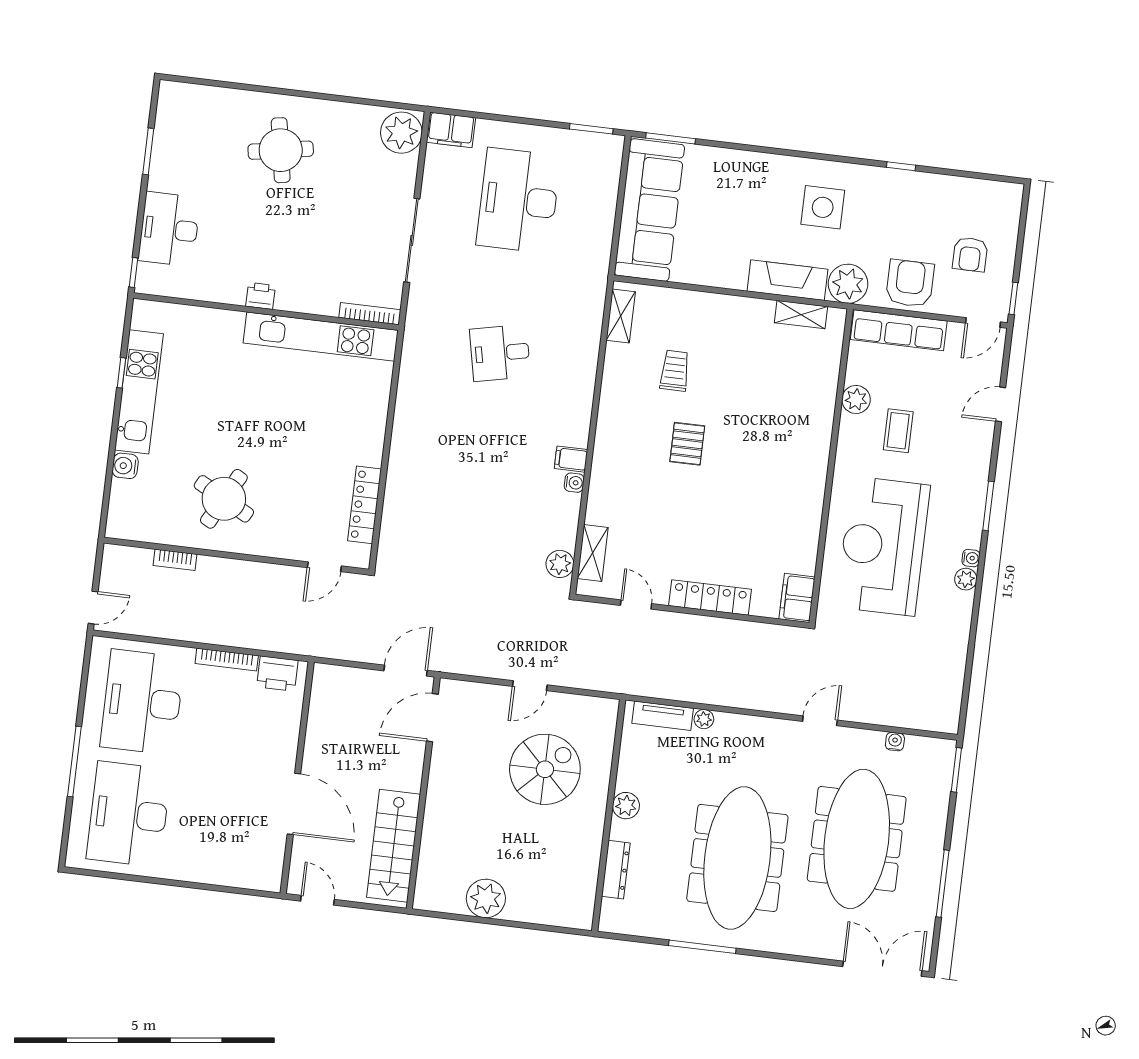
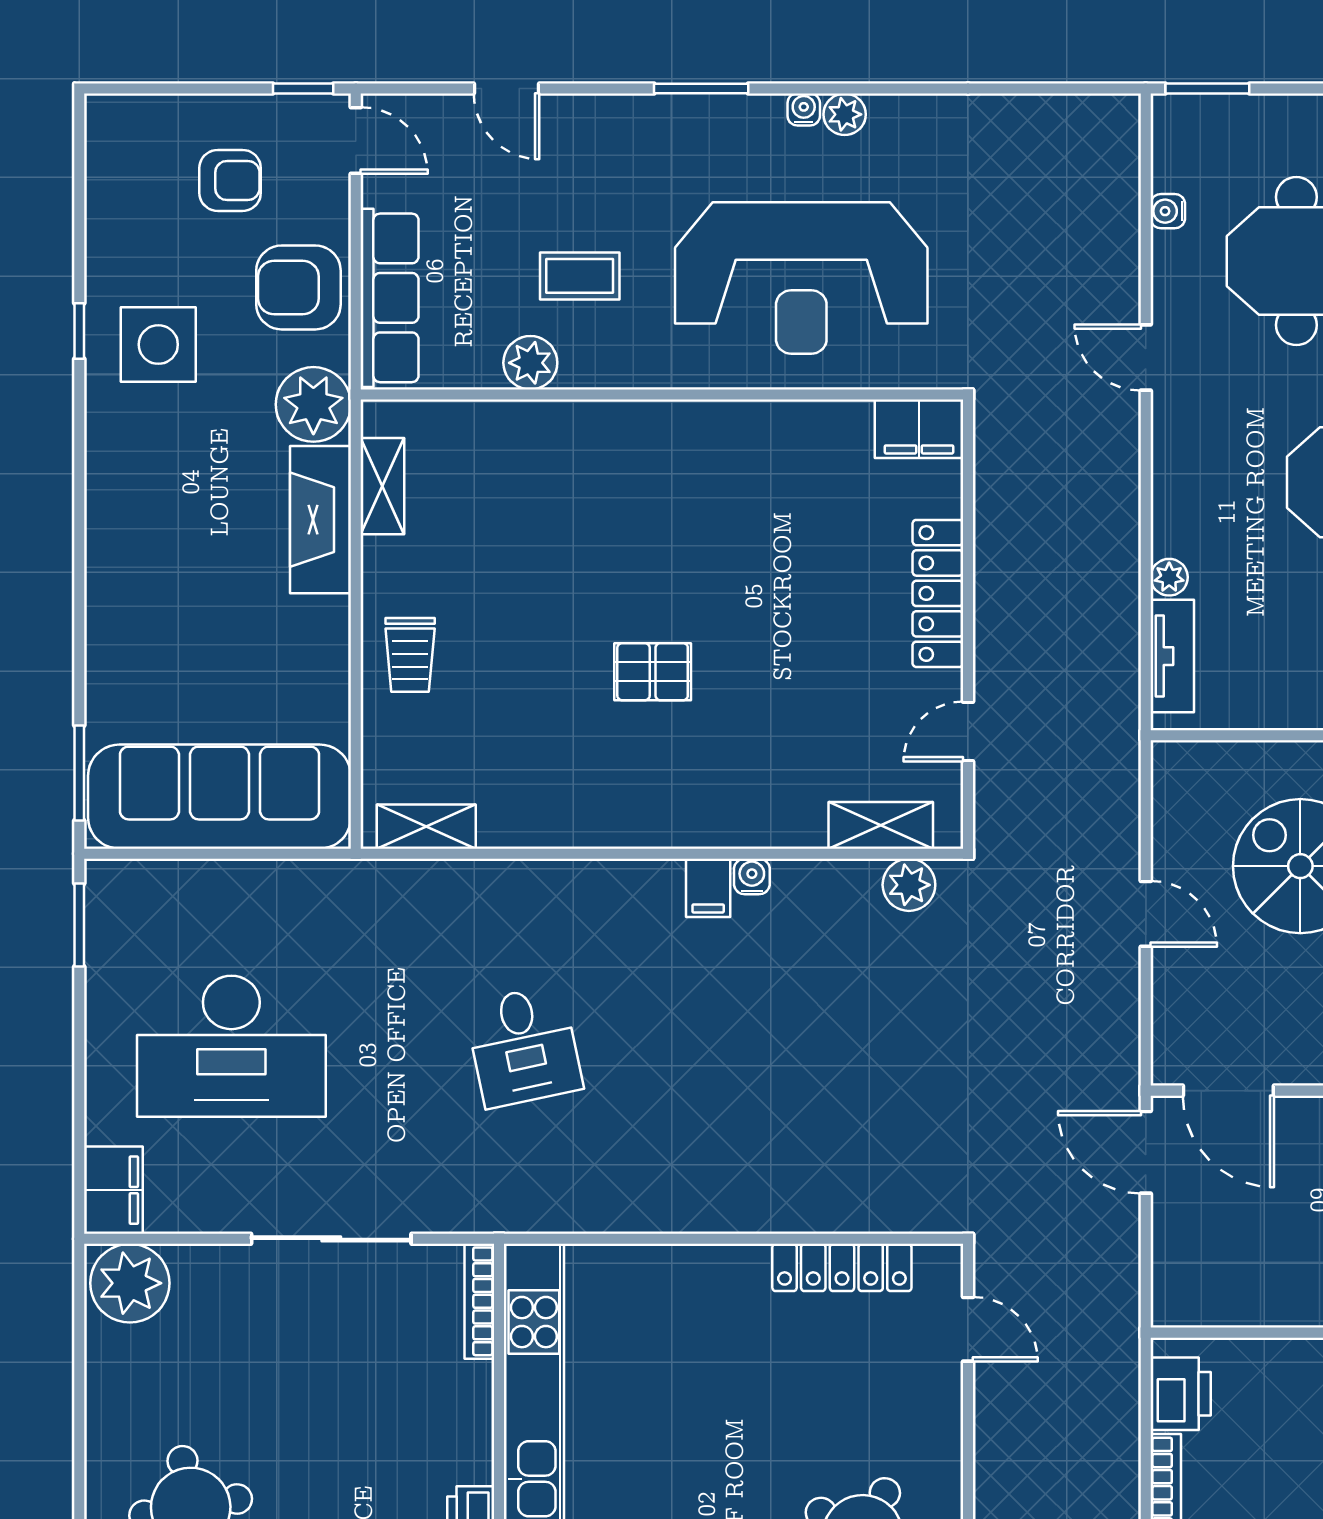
side table: (823, 207) -> (158, 345), moved
trolley: (675, 371) -> (410, 655), moved, turned -90

